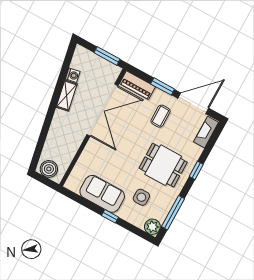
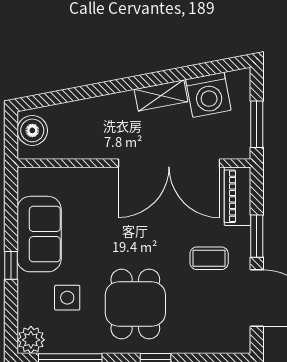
washing machine: (73, 75) -> (208, 95), width x1.89, depth x1.89
fireplace: (206, 132) -> (223, 342), removed

